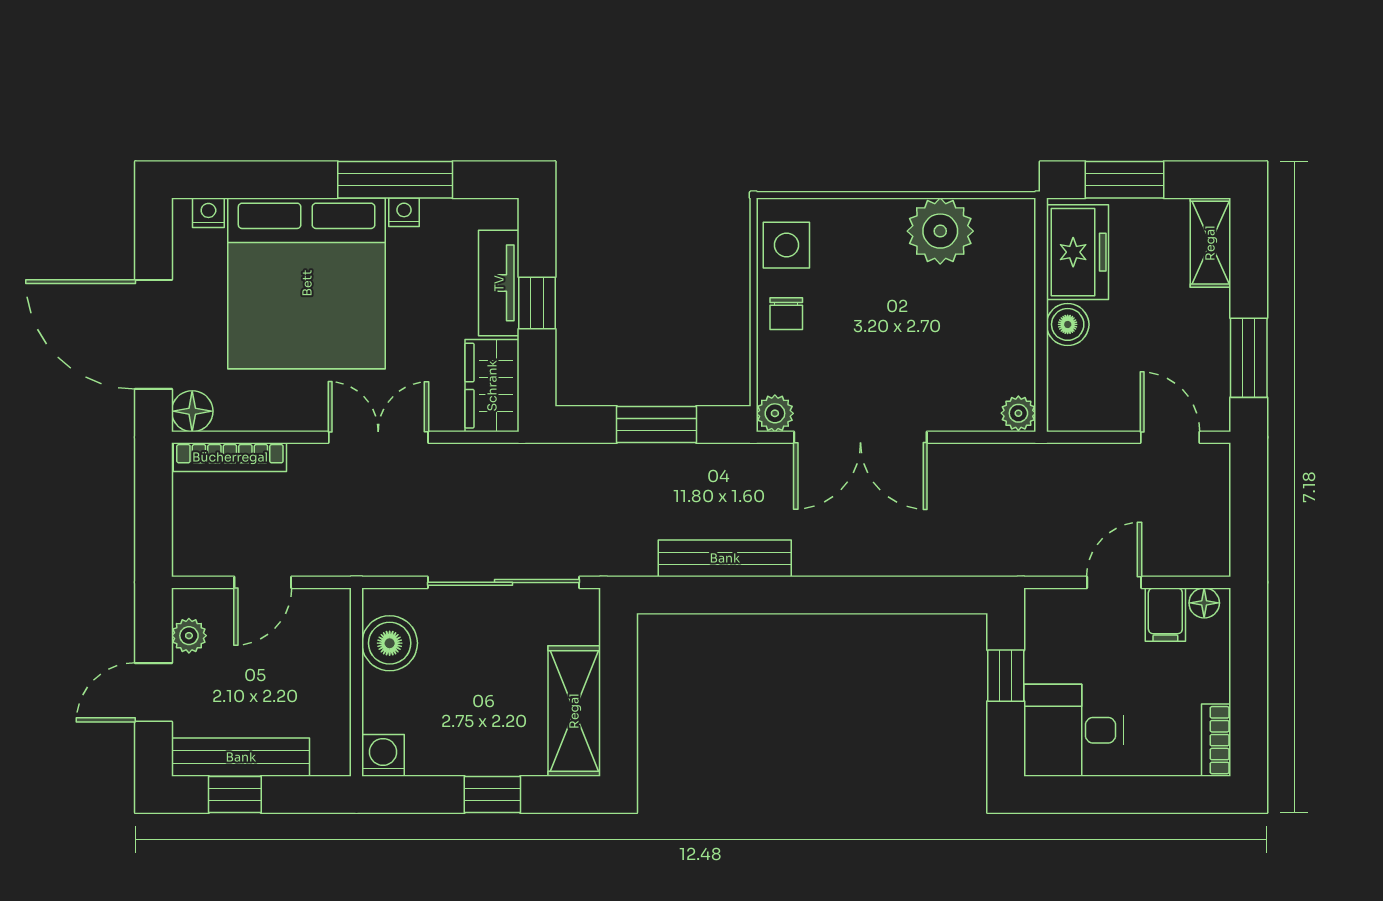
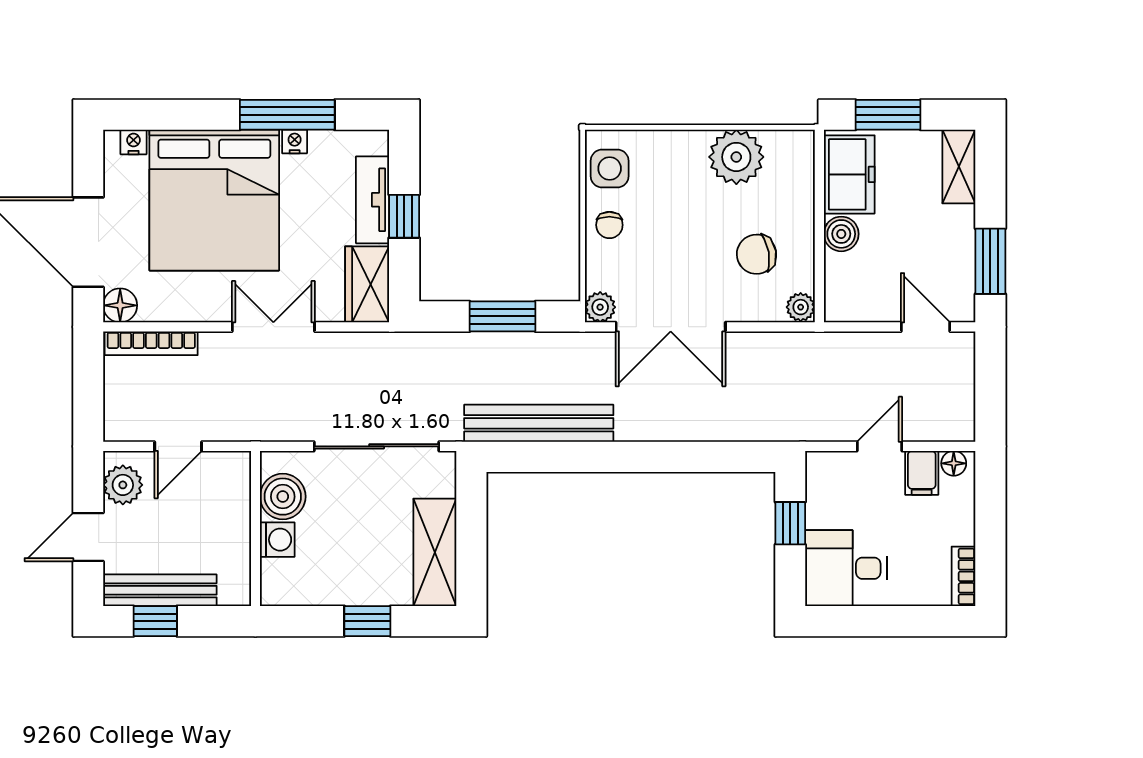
chair: (965, 349) -> (757, 254), added
bench: (725, 558) -> (539, 423), width x1.37, depth x1.21
plant: (189, 636) -> (123, 485), width x1.38, depth x1.38
washing machine: (383, 755) -> (277, 540), moved, turned 90

